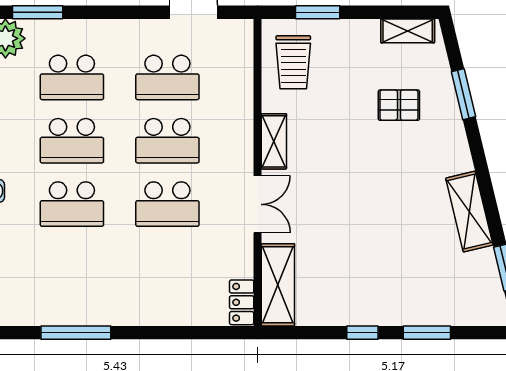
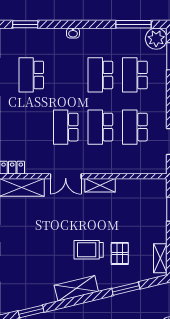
trolley: (293, 62) -> (89, 250), moved
school desk: (72, 204) -> (31, 75), moved
shelving: (469, 212) -> (76, 288), moved

